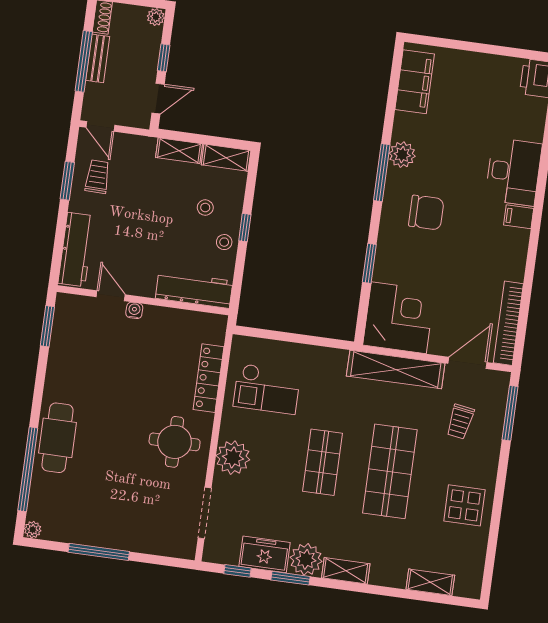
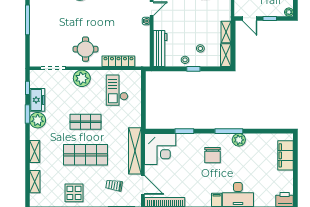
filing cabinet: (415, 82) -> (286, 155), moved, turned 90
shelving: (346, 571) -> (35, 151), moved

